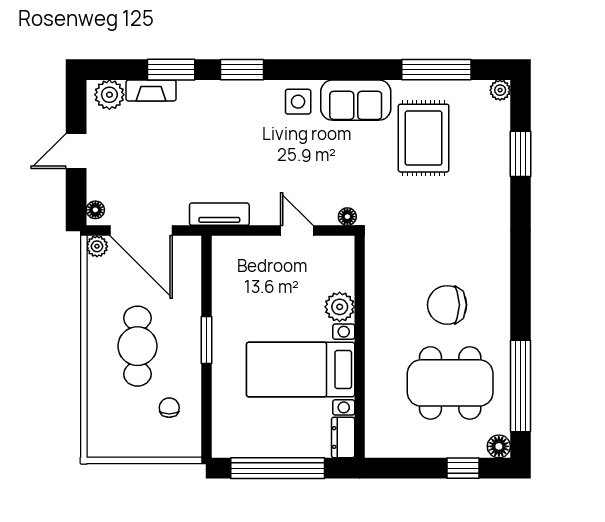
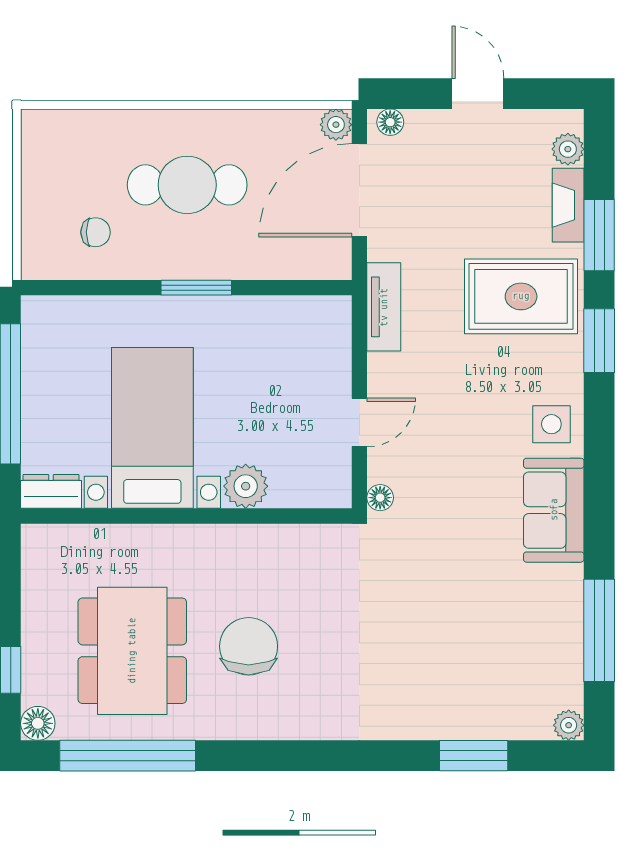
plant: (109, 95) -> (568, 149), width x0.73, depth x0.73
rug: (424, 138) -> (521, 296), moved

